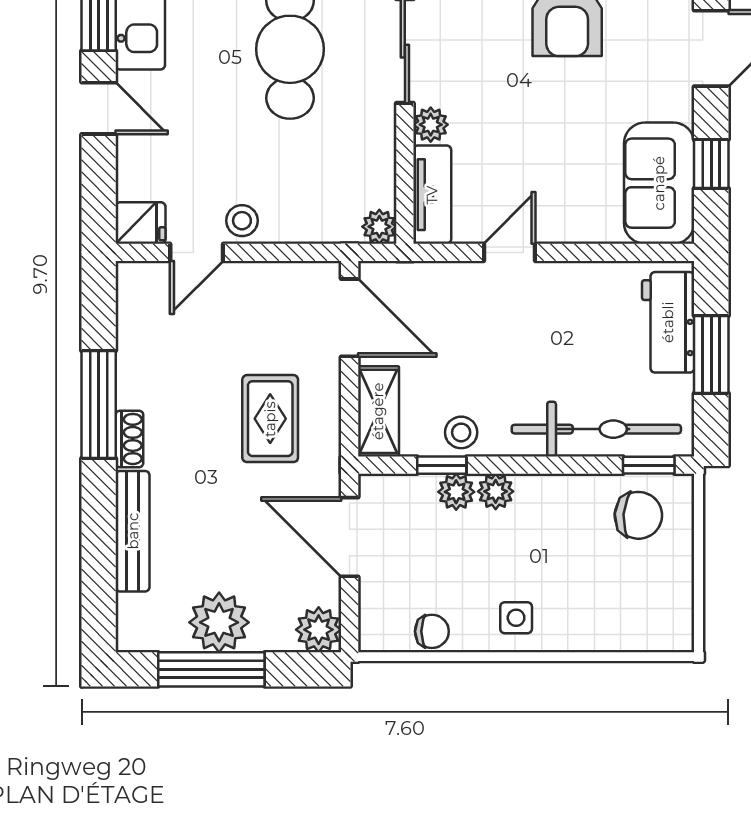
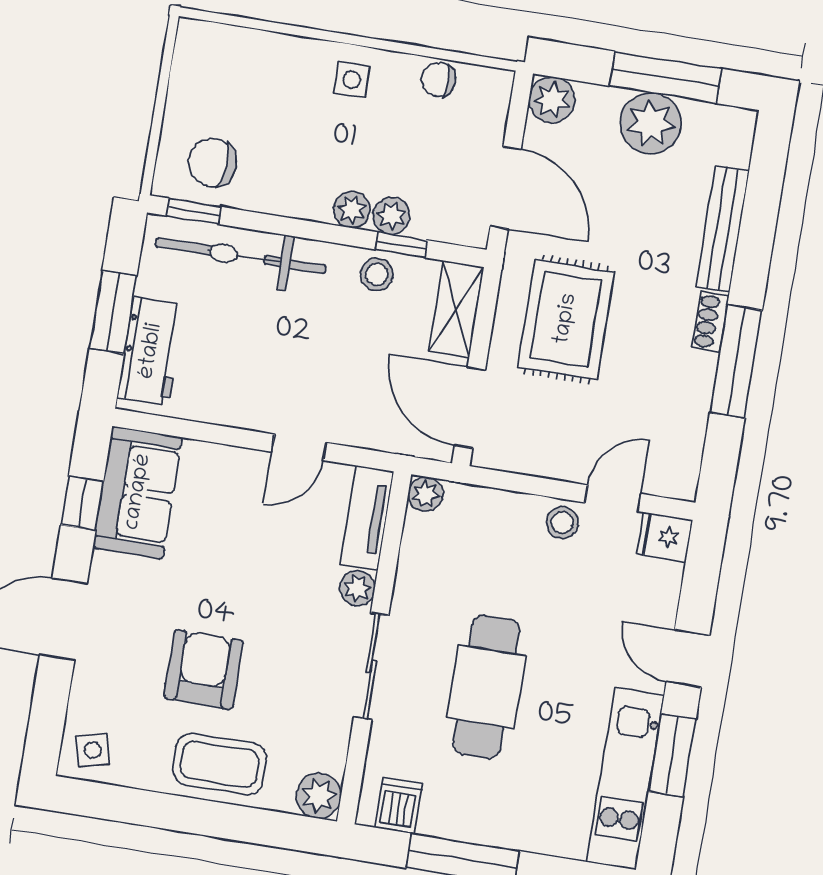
rug: (270, 419) -> (566, 319), width x1.36, depth x1.43

